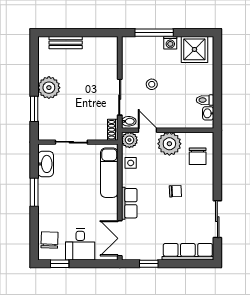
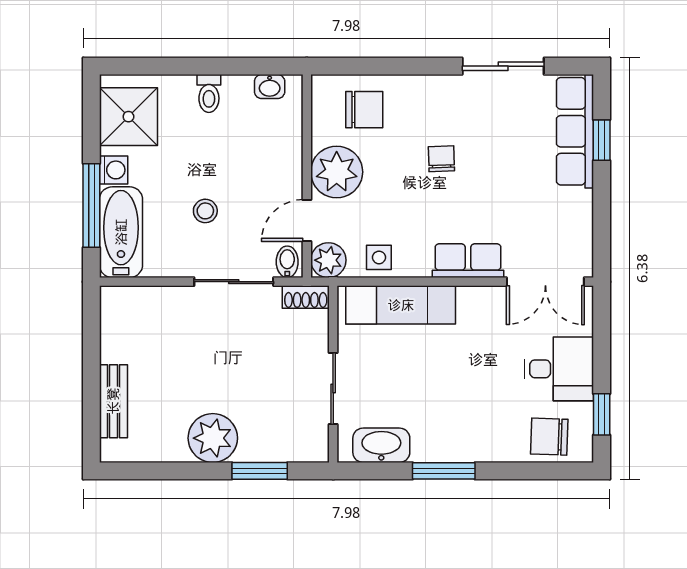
bathtub: (142, 46) -> (121, 232), added
toilet: (205, 100) -> (209, 93), moved
window: (149, 264) -> (602, 140), moved

